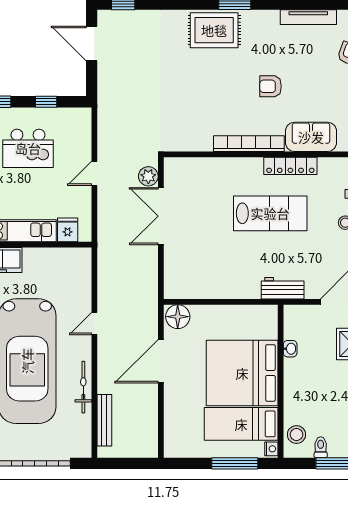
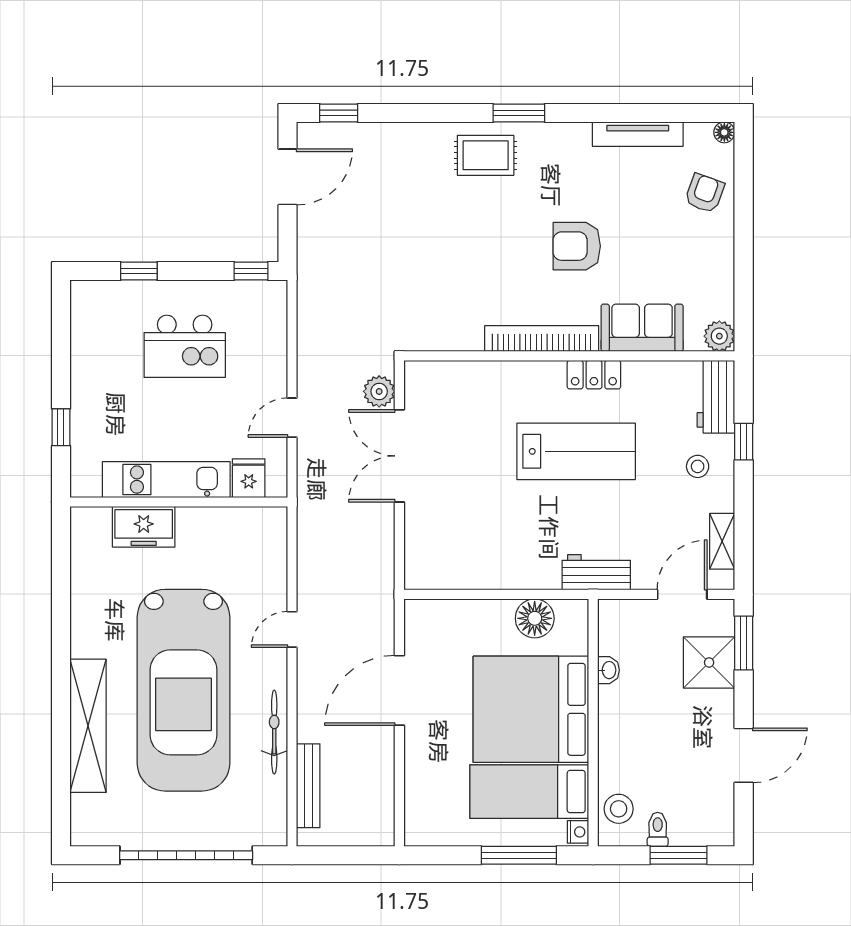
rug: (214, 30) -> (486, 155), width x0.73, depth x0.70
door: (92, 44) -> (288, 177), swing flipped
armchair: (271, 86) -> (577, 246), width x1.38, depth x1.38
window: (46, 102) -> (251, 271), moved
locker: (290, 166) -> (594, 375), width x0.66
door: (94, 173) -> (292, 418), moved
floor lamp: (178, 317) -> (535, 618), moved

